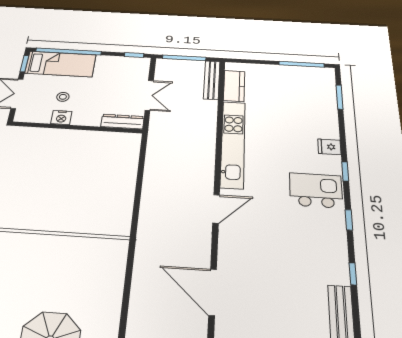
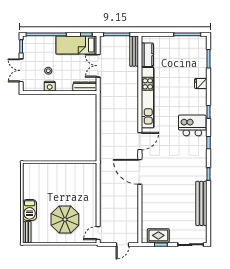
bed: (61, 64) -> (76, 45), moved, turned 180
double door: (149, 95) -> (98, 66), swing flipped
fridge: (329, 147) -> (201, 84), moved
door: (213, 292) -> (140, 172), moved

